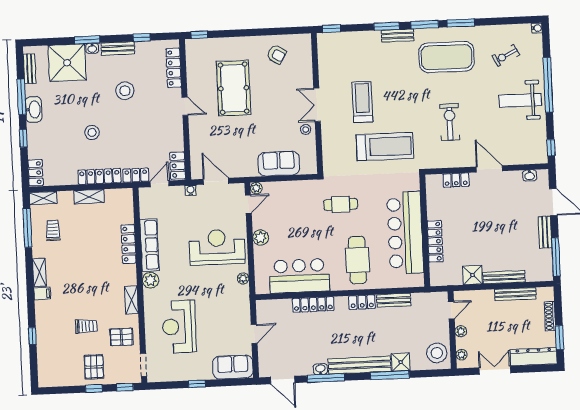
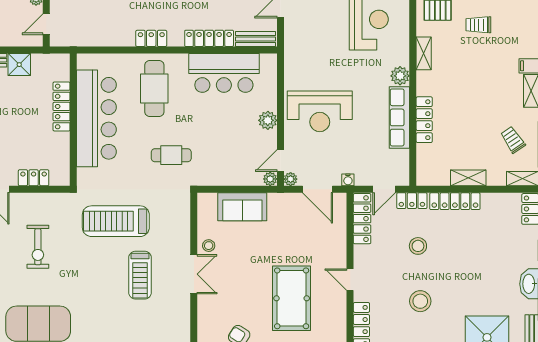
stool: (92, 132) -> (418, 246), moved
locker: (178, 166) -> (362, 219), width x1.53
trolley: (53, 230) -> (513, 140), turned 146
plant: (243, 278) -> (291, 179), moved
bench: (394, 300) -> (255, 39), moved

